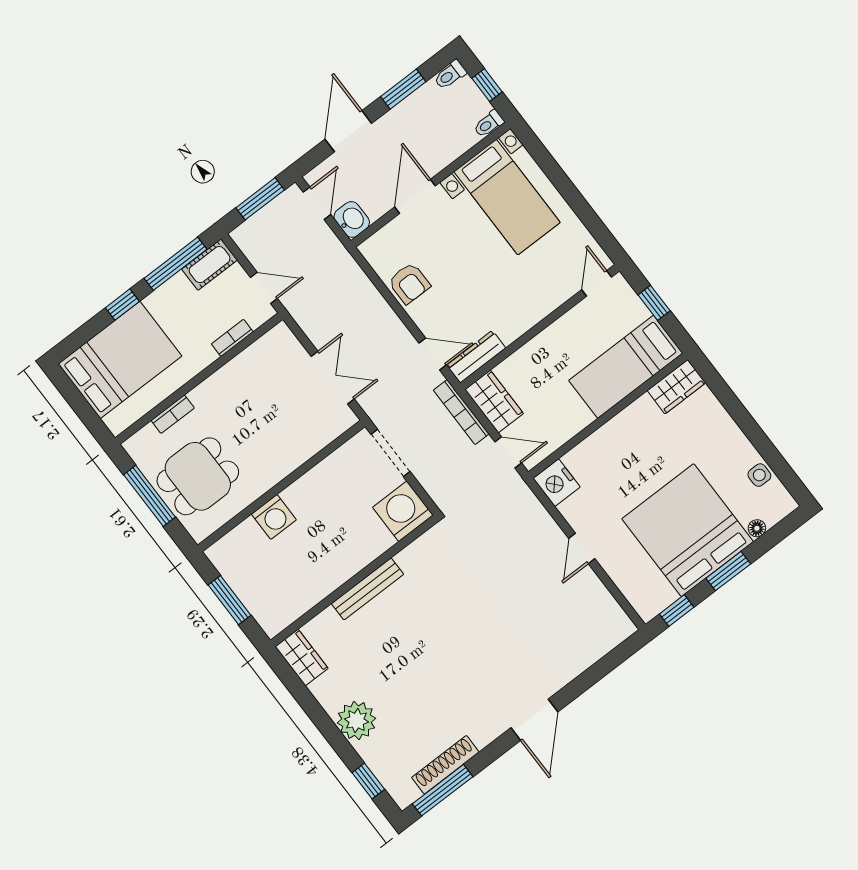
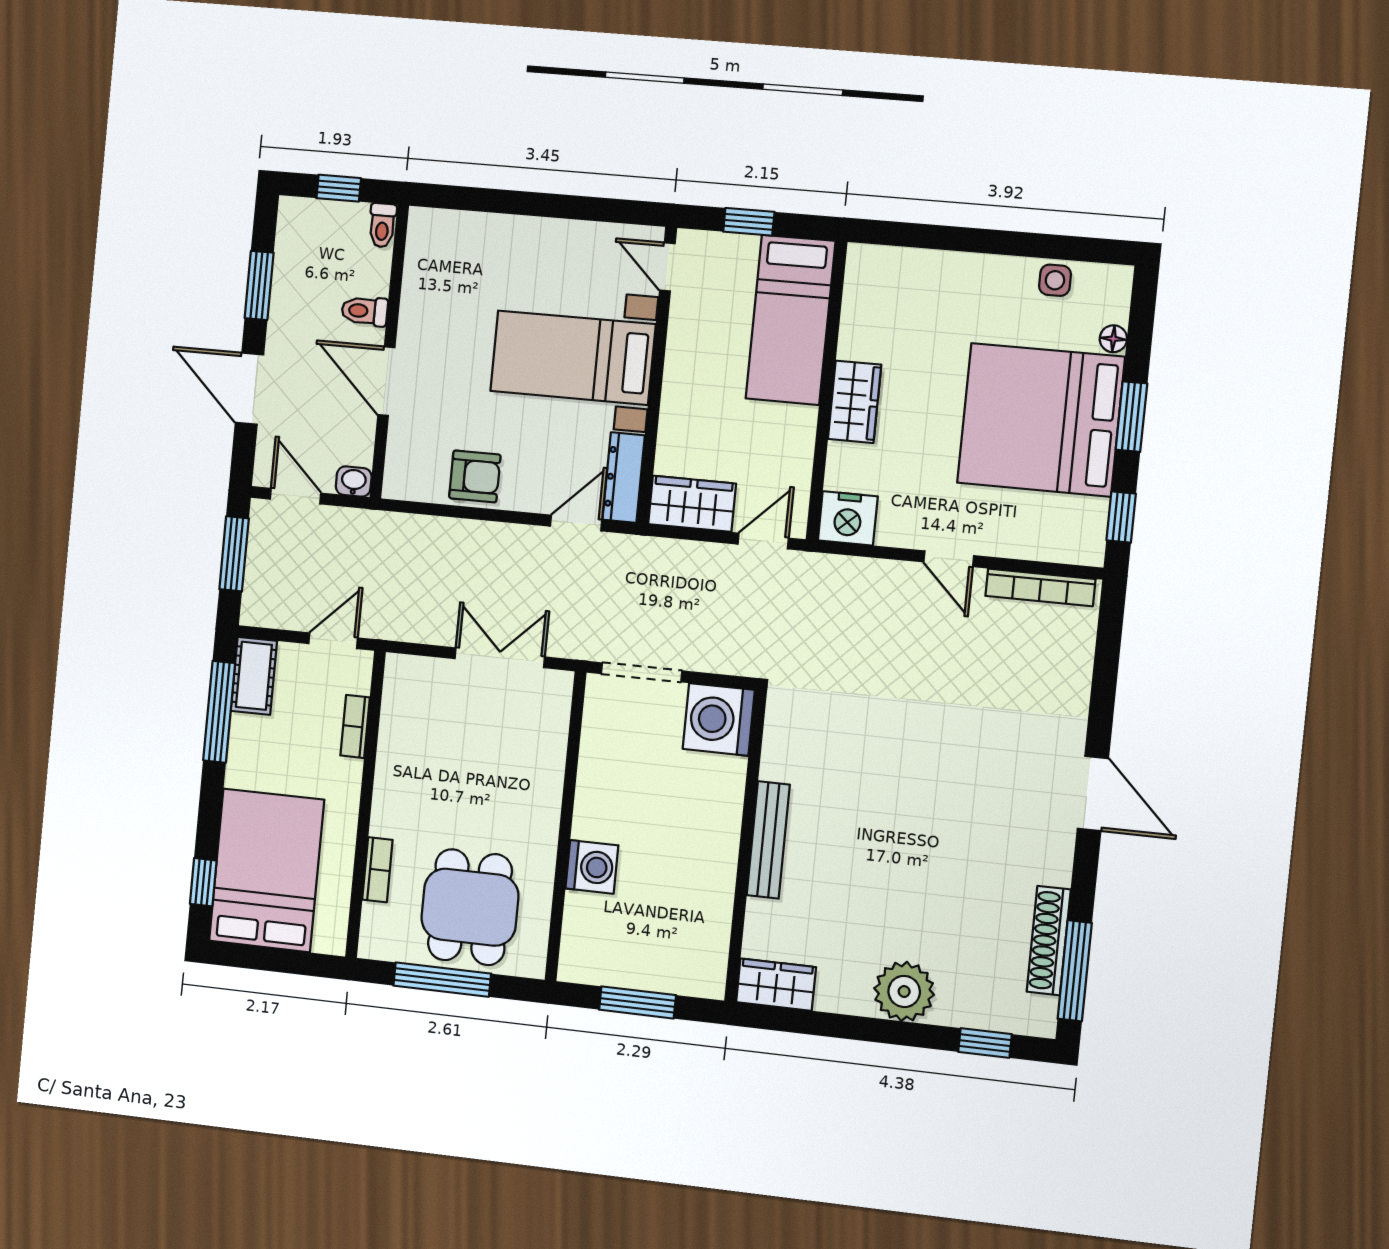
toilet: (450, 75) -> (365, 311), moved, turned 90
bed with nightstands: (507, 197) -> (573, 358), moved, turned 180
washbasin: (352, 220) -> (354, 481), width x0.72, depth x0.69
window: (122, 305) -> (203, 882), moved
wardrobe: (676, 387) -> (855, 402), moved
bookcase: (461, 412) -> (1040, 587), moved

